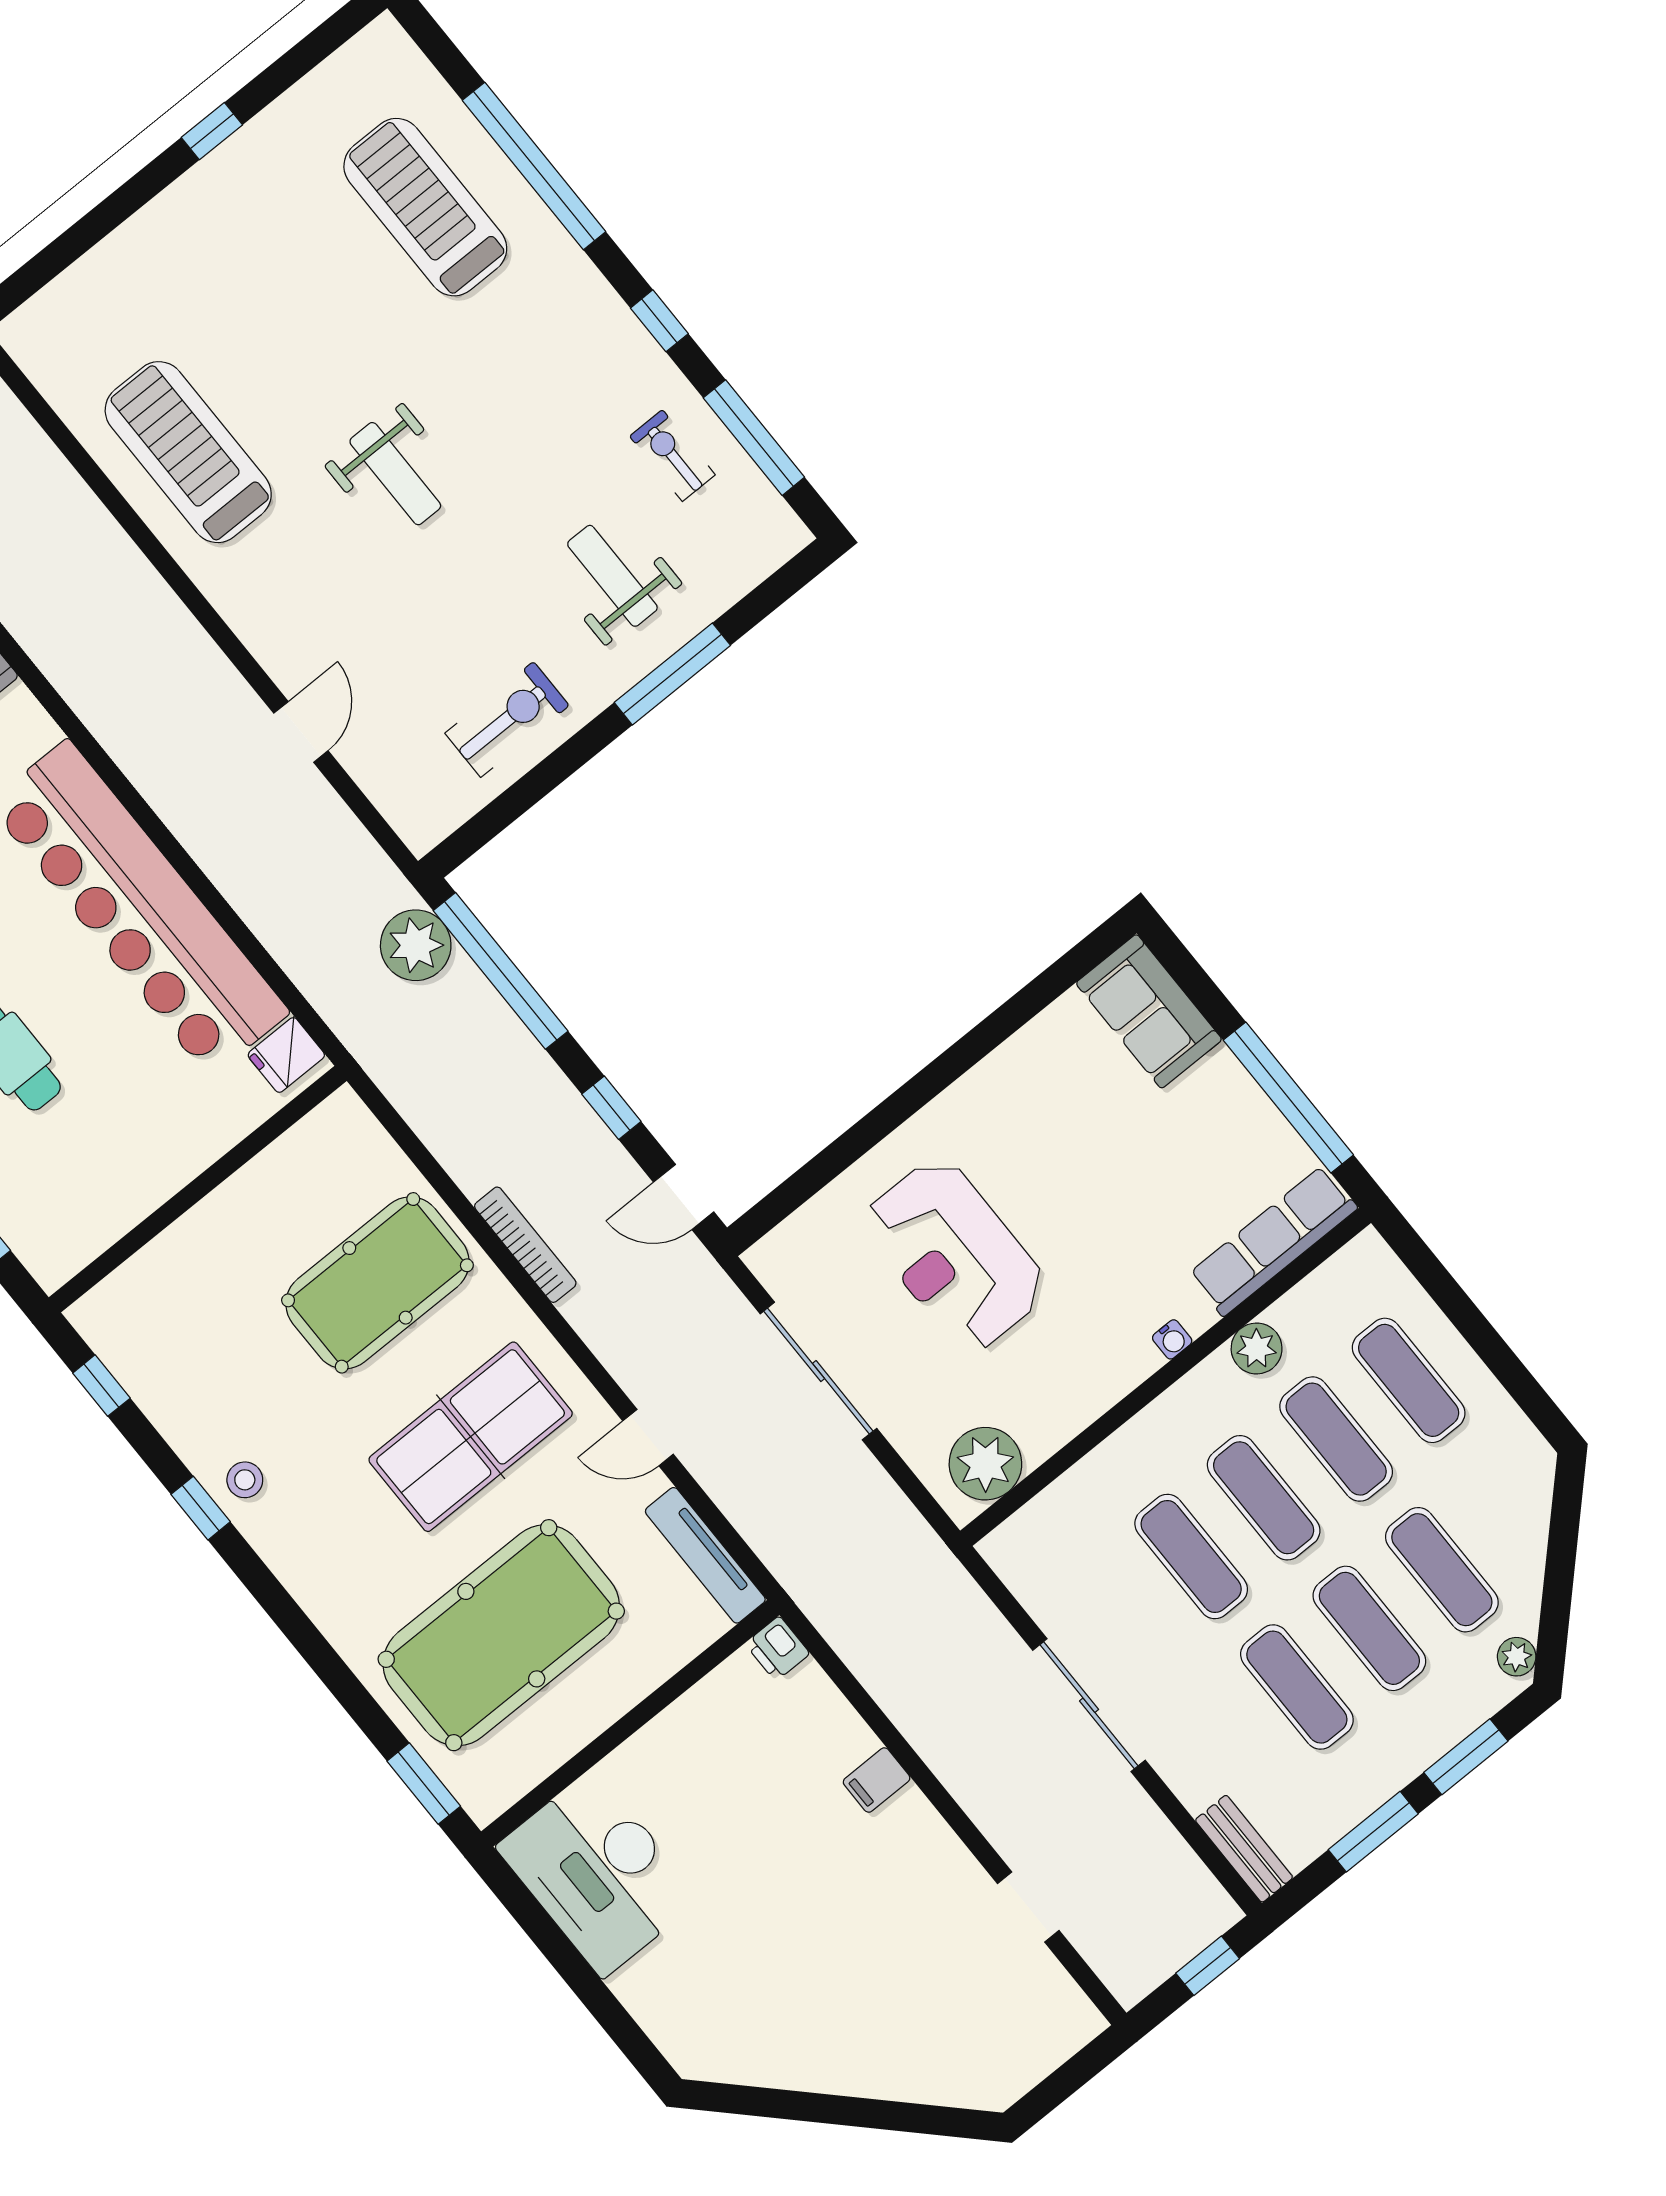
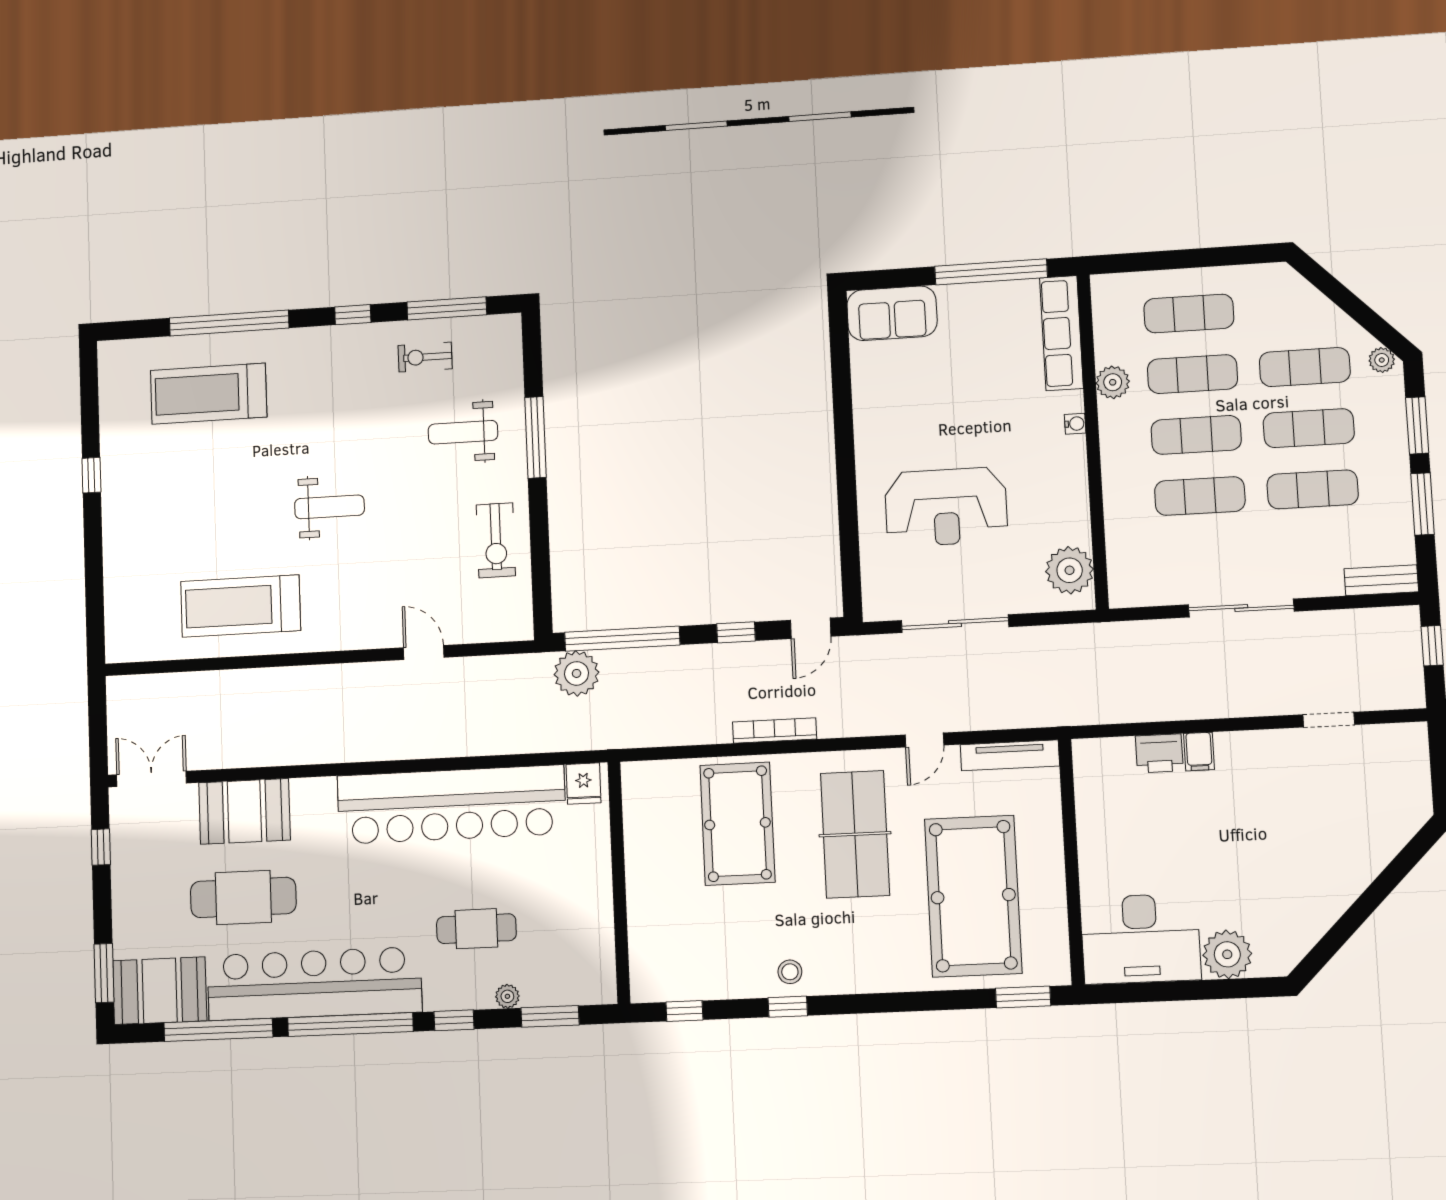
exercise bike: (507, 719) -> (496, 540), turned 180
printer: (777, 1649) -> (1159, 753), moved, width x1.36, depth x1.24
plant: (656, 1989) -> (1227, 954), added

